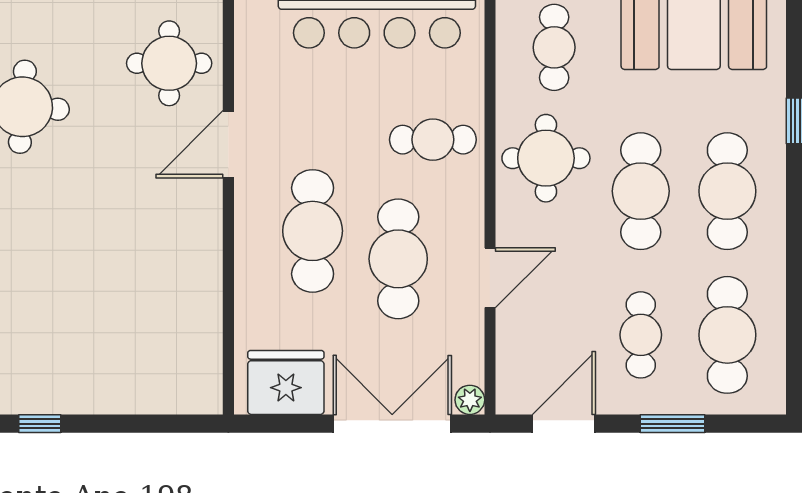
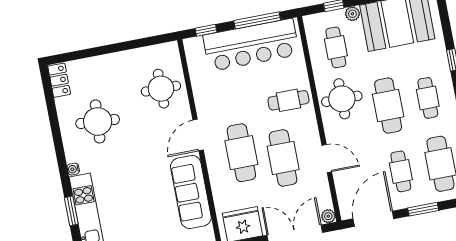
door: (228, 144) -> (198, 135), moved
cafe table: (727, 191) -> (428, 98), width x0.73, depth x0.74
door: (490, 278) -> (327, 159), hinge flipped
sofa: (190, 293) -> (191, 192), added
door: (564, 424) -> (373, 219), width x1.36

